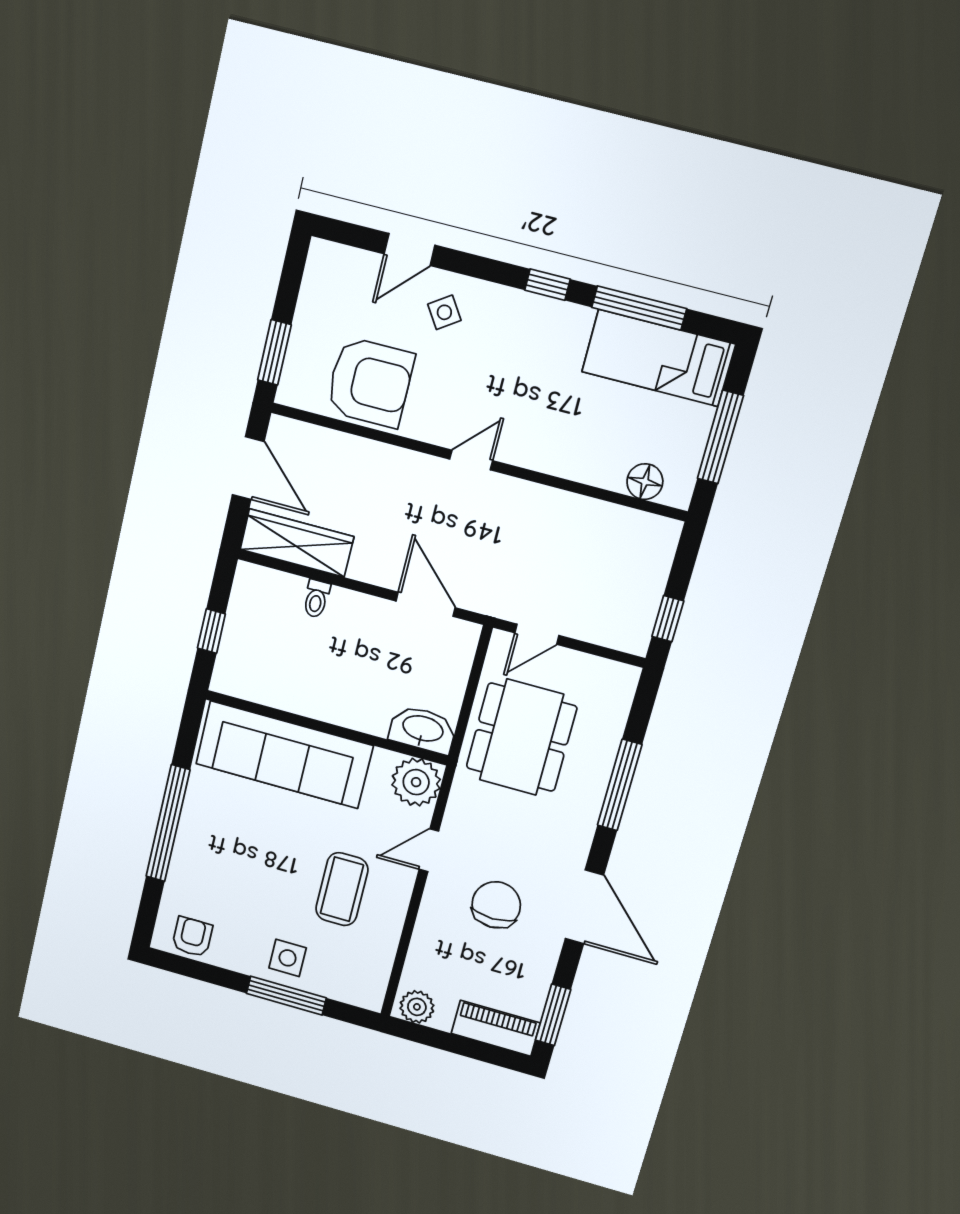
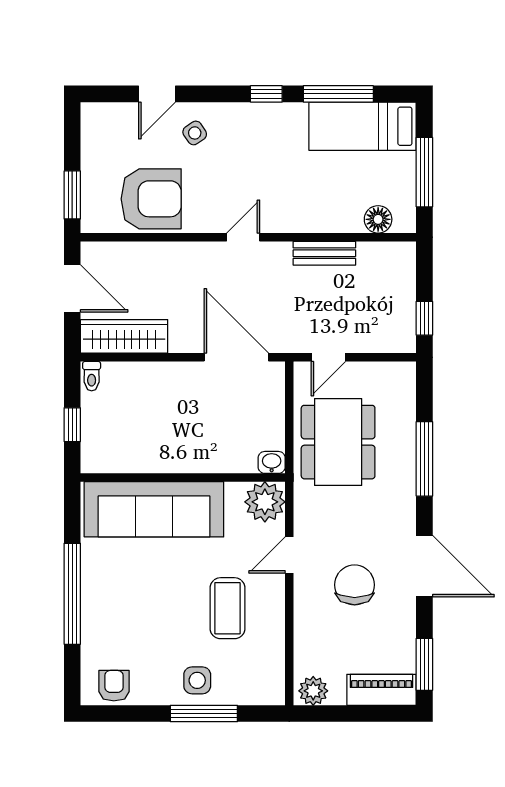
bench: (566, 506) -> (324, 253), added
toilet: (316, 599) -> (92, 376), moved
door: (426, 604) -> (236, 357), width x1.36
washbasin: (423, 729) -> (272, 462), width x0.52, depth x0.69

